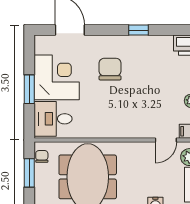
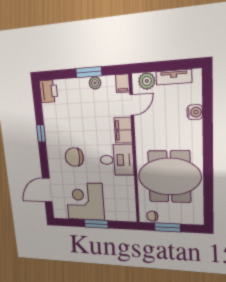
desk: (53, 119) -> (117, 160), moved, turned -90
filing cabinet: (139, 129) -> (123, 130), added
door: (166, 140) -> (132, 105), hinge flipped

